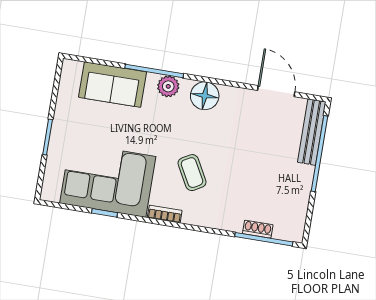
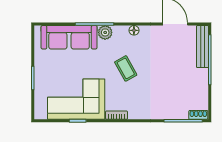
sofa: (112, 85) -> (69, 37), width x1.36
floor lamp: (205, 96) -> (134, 30), width x0.53, depth x0.53
coffee table: (192, 173) -> (126, 68), moved
shoe rack: (258, 229) -> (198, 115), moved

